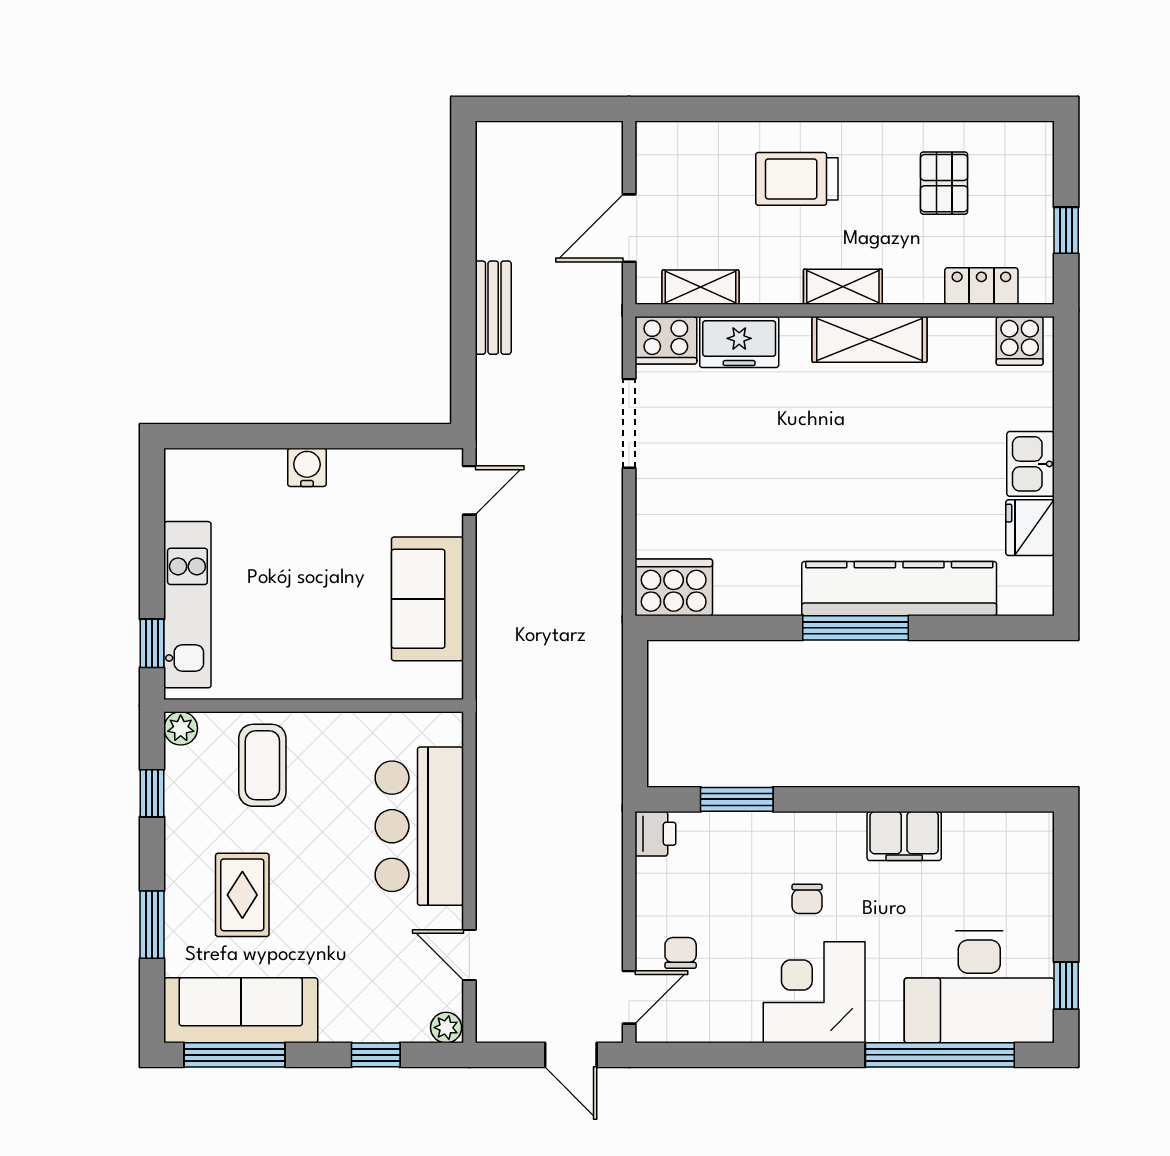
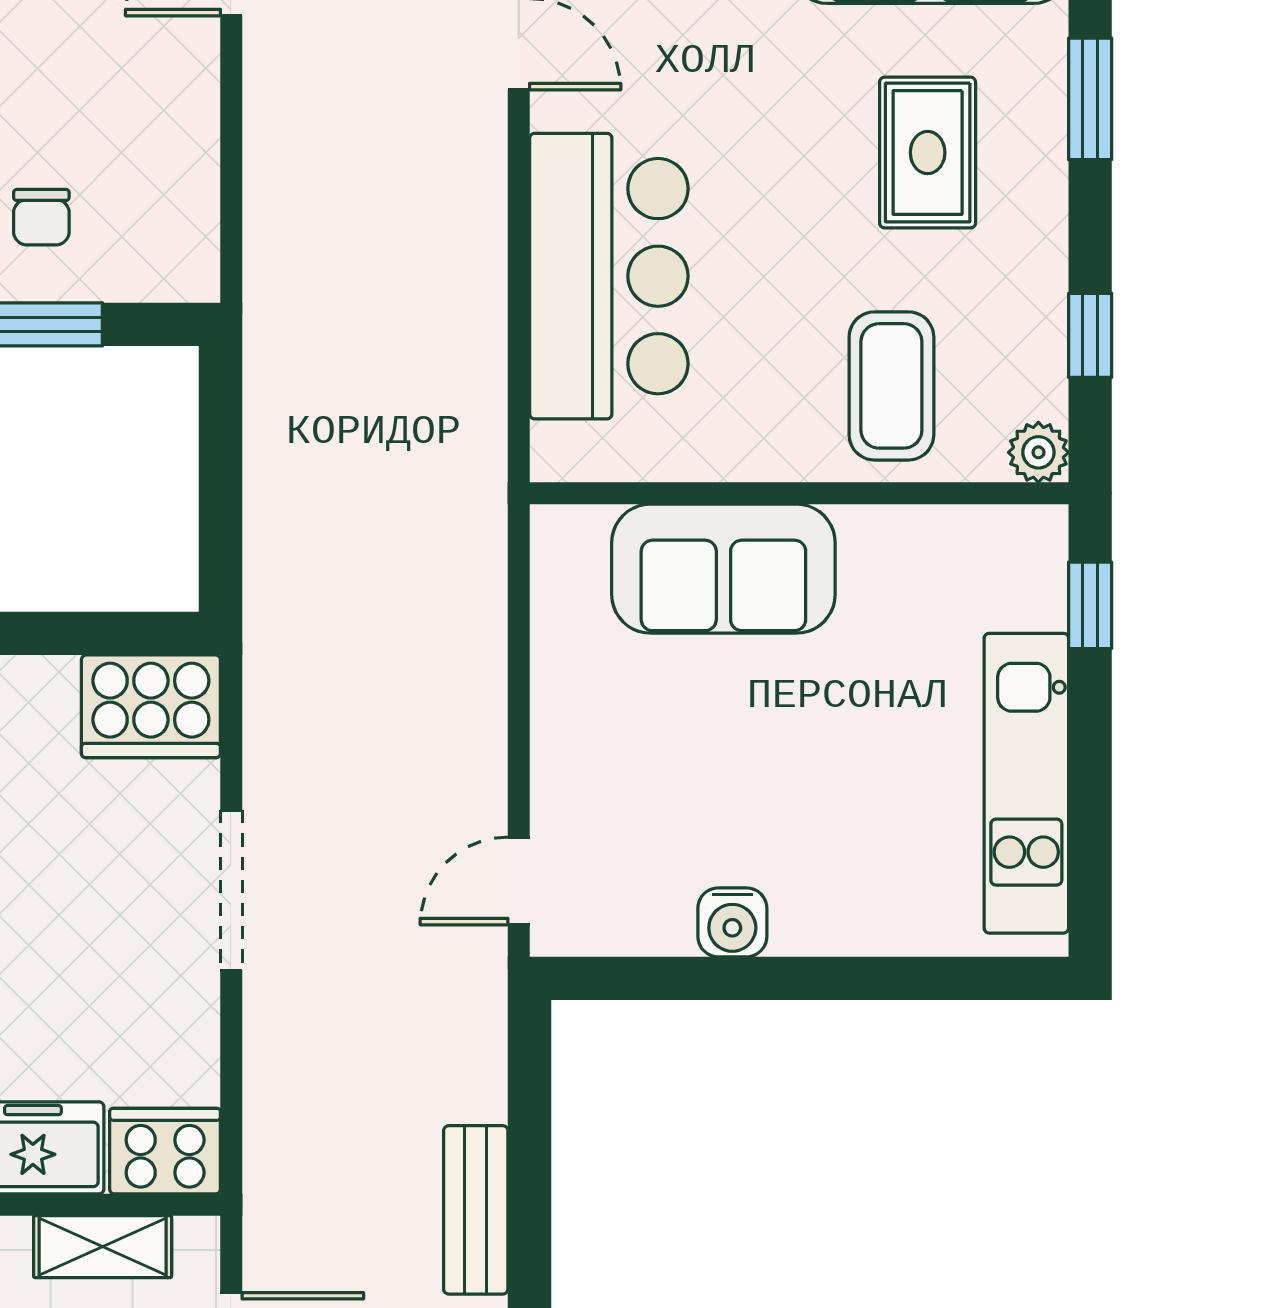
doorway: (629, 423) -> (231, 890), moved
water cooler: (307, 467) -> (732, 922), moved
sofa: (427, 599) -> (723, 569), moved, turned 90
kitchen unit: (187, 605) -> (1026, 783), moved
printer: (655, 834) -> (184, 263), removed
chair: (681, 953) -> (41, 217), moved

